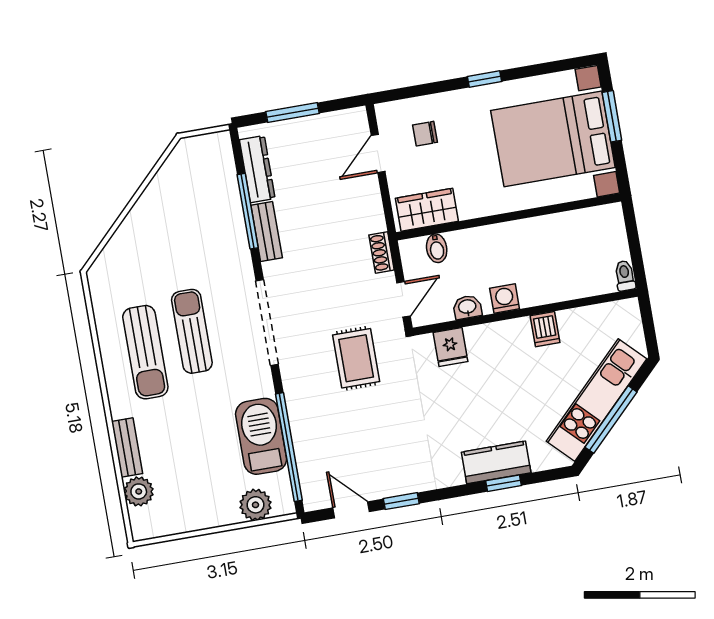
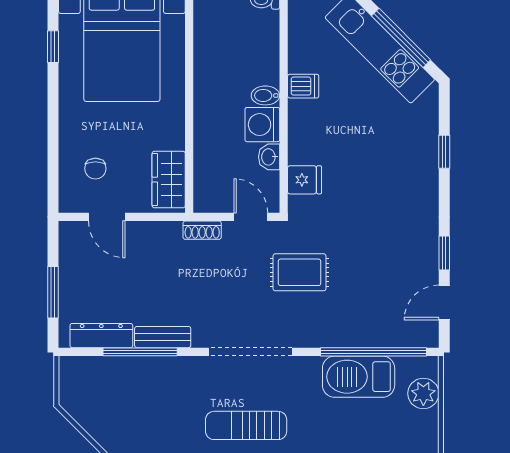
window: (484, 79) -> (53, 47), moved
bidet: (437, 248) -> (265, 95), moved, turned 180
washing machine: (505, 299) -> (262, 125), width x1.38, depth x1.38
kitchen counter: (496, 462) -> (423, 155), removed

